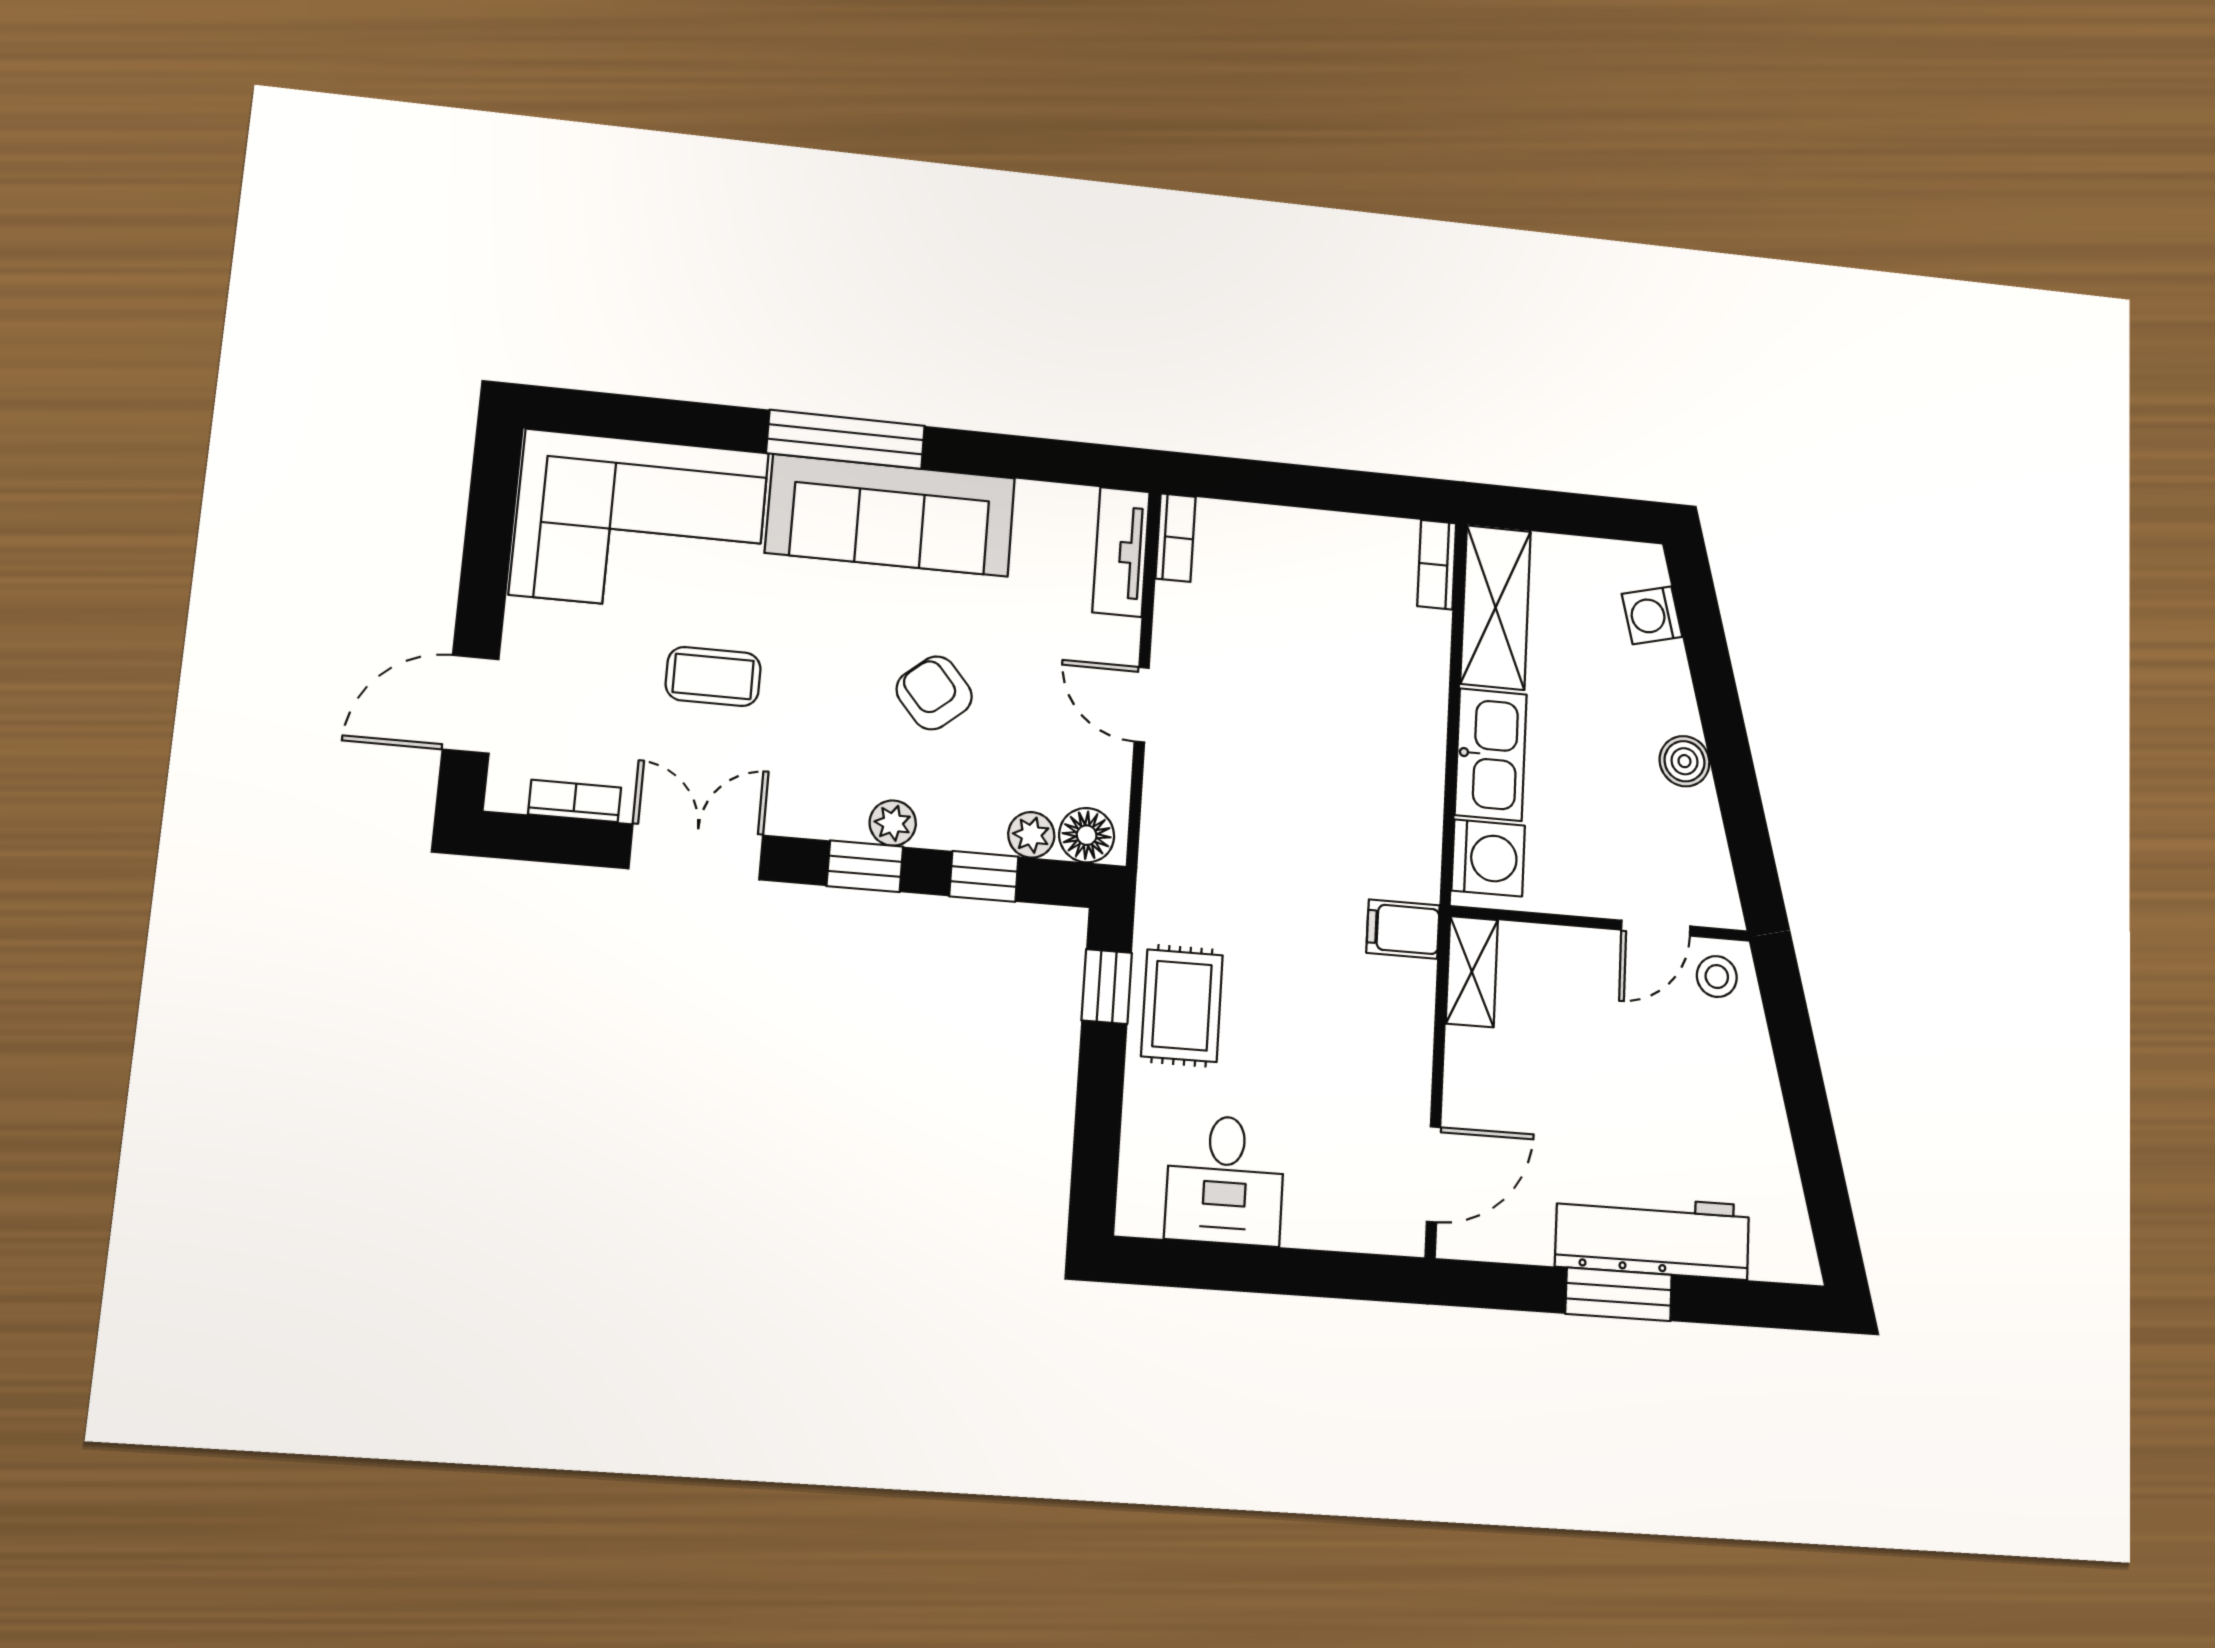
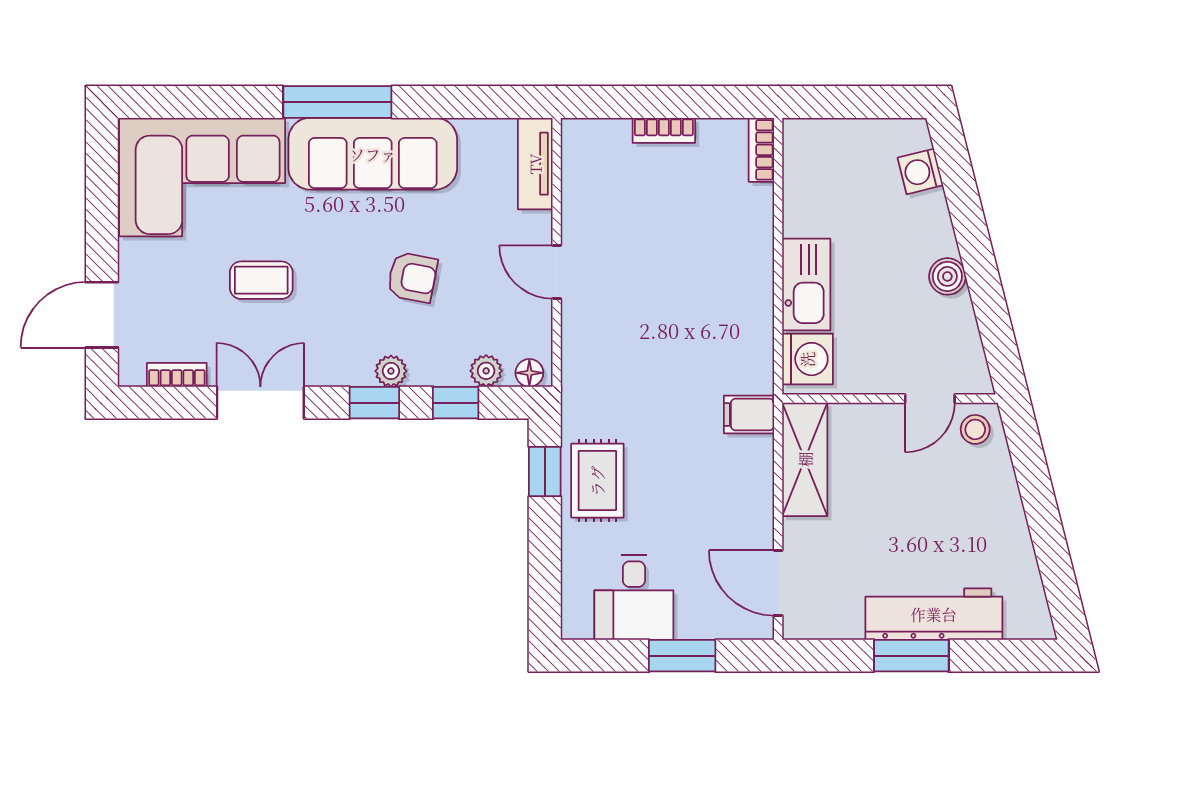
bookcase: (1176, 538) -> (664, 130), moved, turned 90
shelving: (1496, 607) -> (805, 177), removed
armchair: (934, 693) -> (412, 277), turned 141
floor lamp: (1087, 835) -> (529, 373), width x0.73, depth x0.73
shelving: (1472, 972) -> (805, 459), width x1.50, depth x1.33
door: (1434, 1174) -> (778, 583), swing flipped
window: (1291, 1271) -> (682, 656), added

